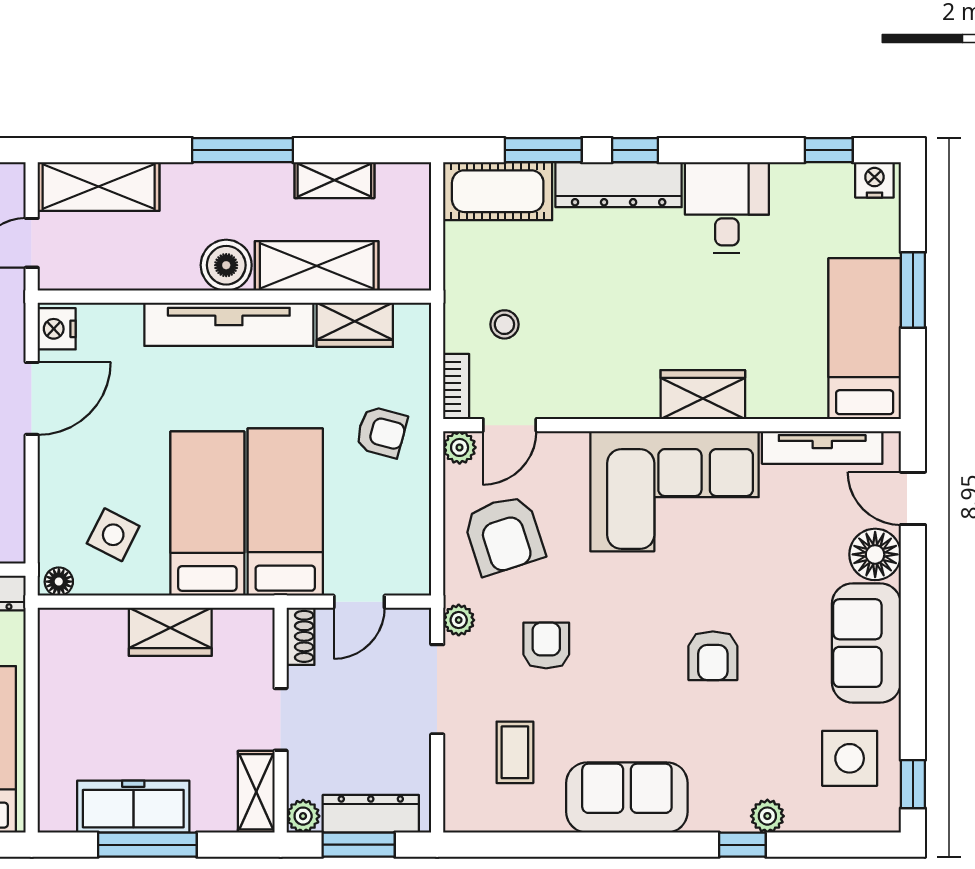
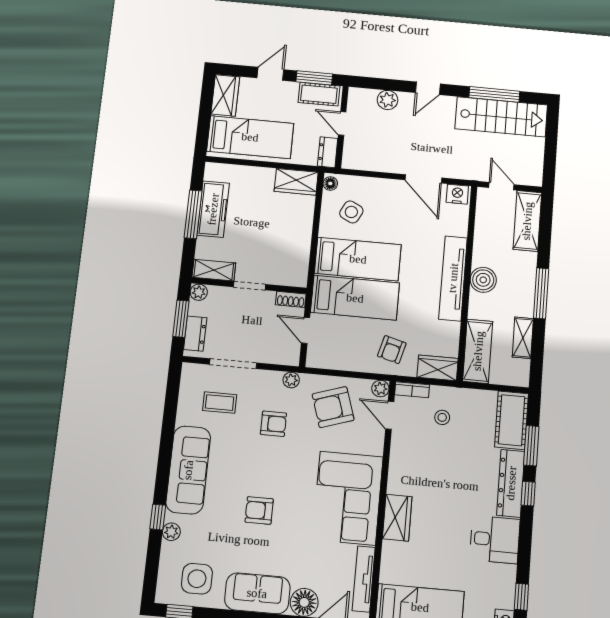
shelving: (317, 266) -> (478, 351), moved
wardrobe: (355, 325) -> (438, 368), moved, turned 90
wardrobe: (170, 632) -> (296, 182), moved, turned -90
doorway: (437, 689) -> (233, 364), moved
sofa: (627, 797) -> (188, 470), width x1.36
dresser: (371, 814) -> (195, 334), width x0.70

